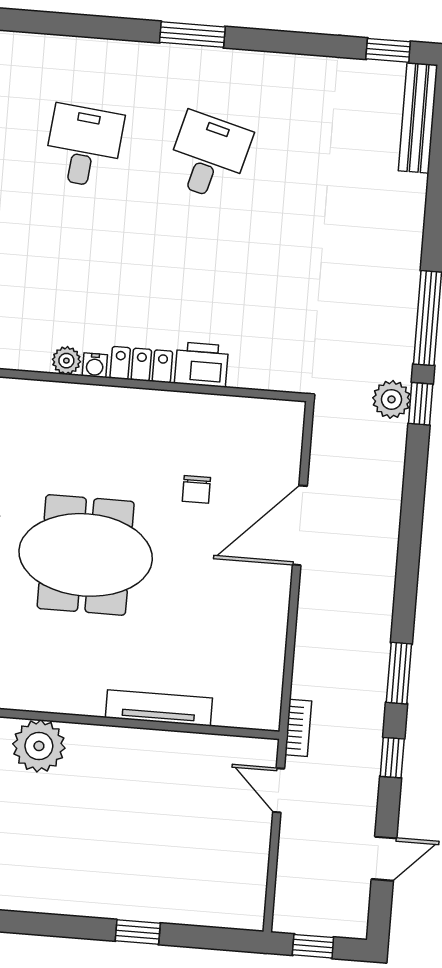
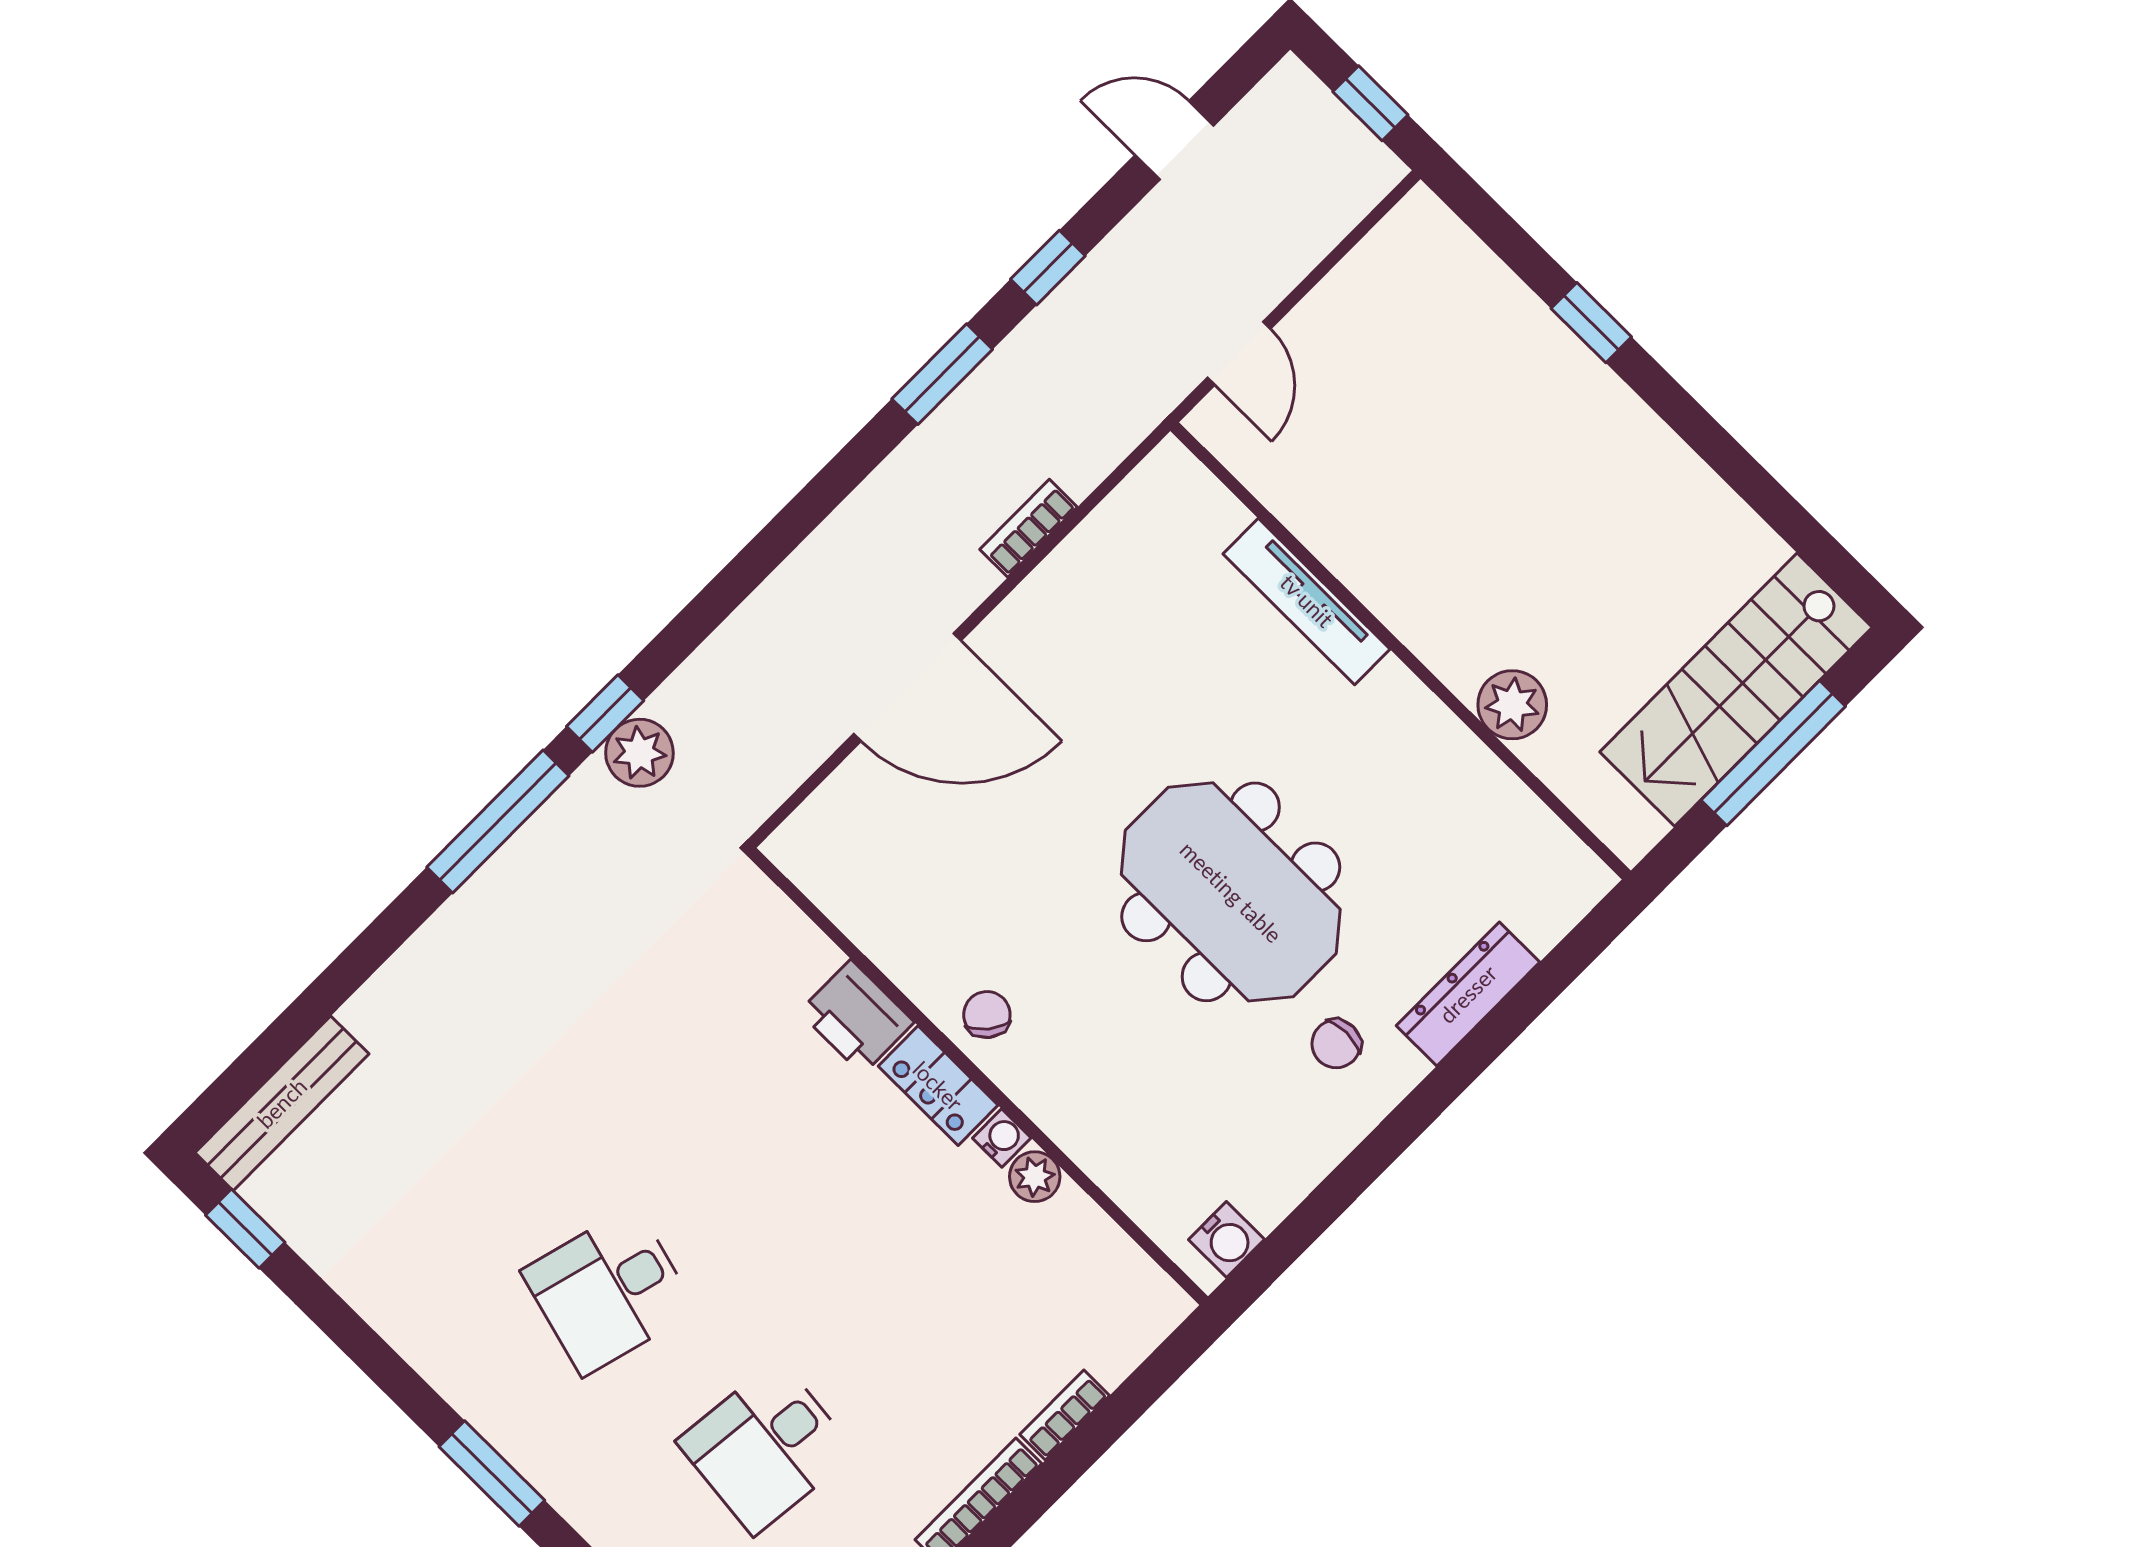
chair: (196, 489) -> (987, 1015), moved, turned -51
bookcase: (298, 728) -> (1029, 528), moved
plant: (39, 746) -> (1512, 705), width x0.73, depth x0.73

